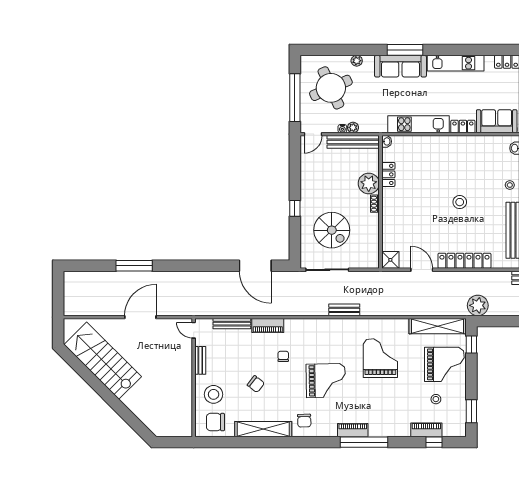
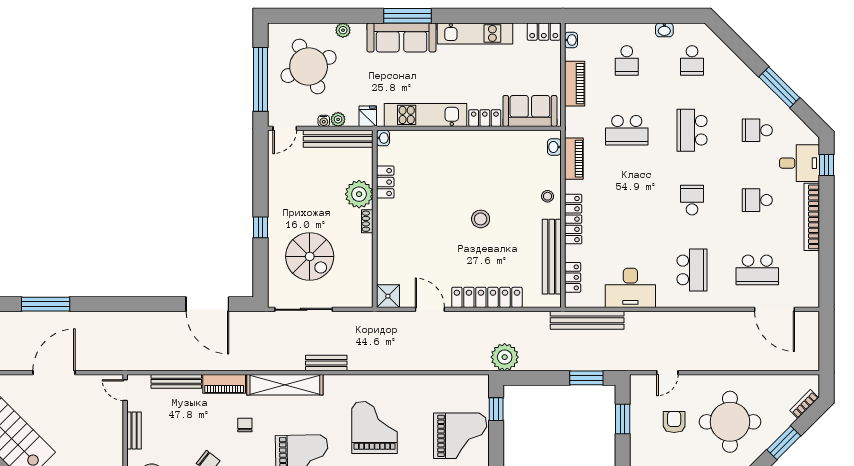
fridge: (375, 125) -> (368, 116), added
shelving: (438, 326) -> (285, 385), moved

